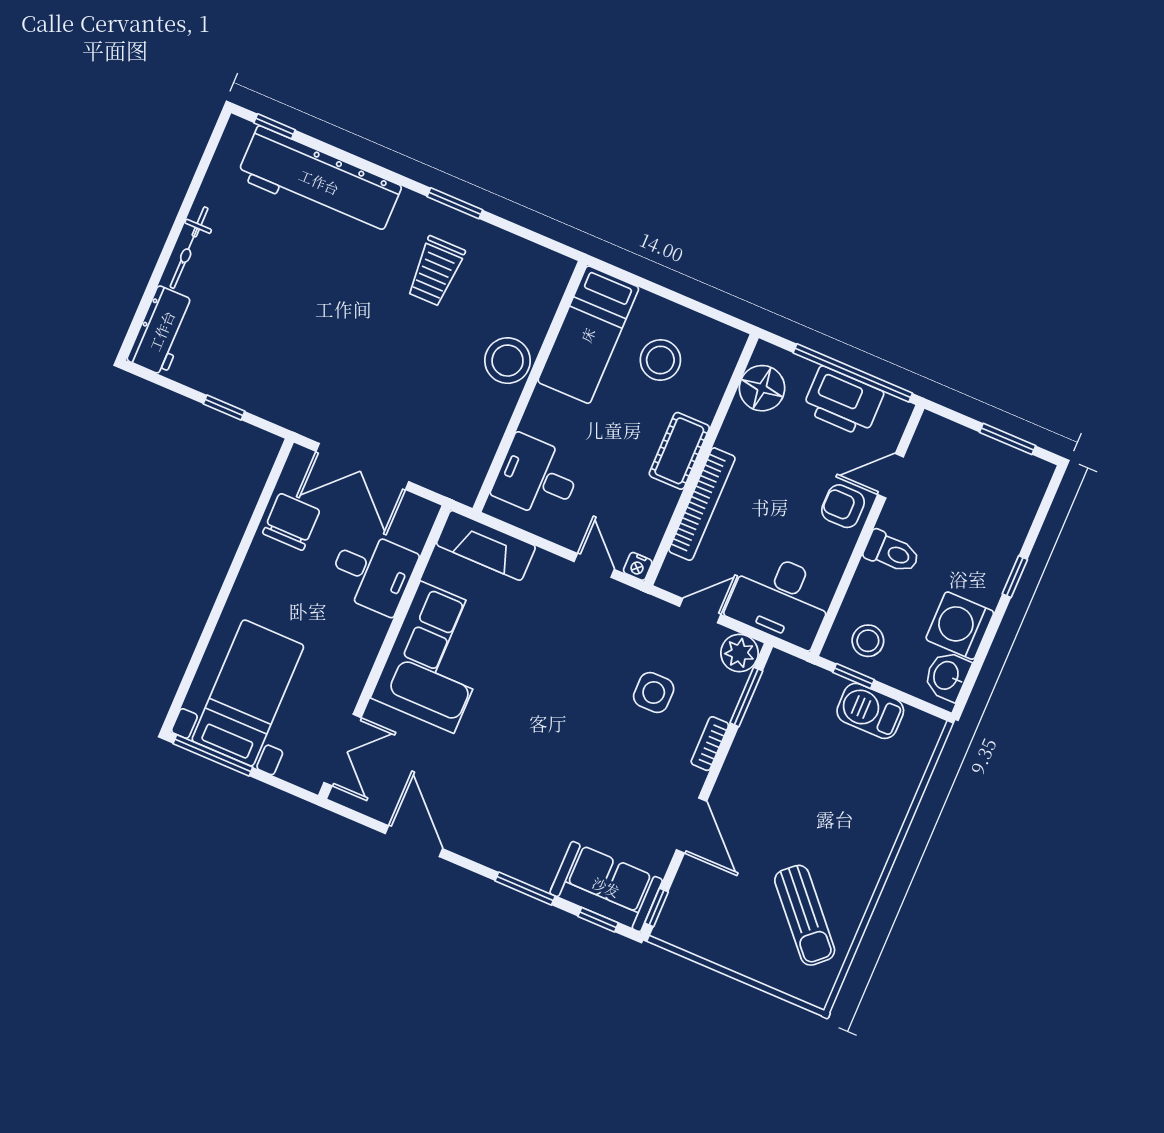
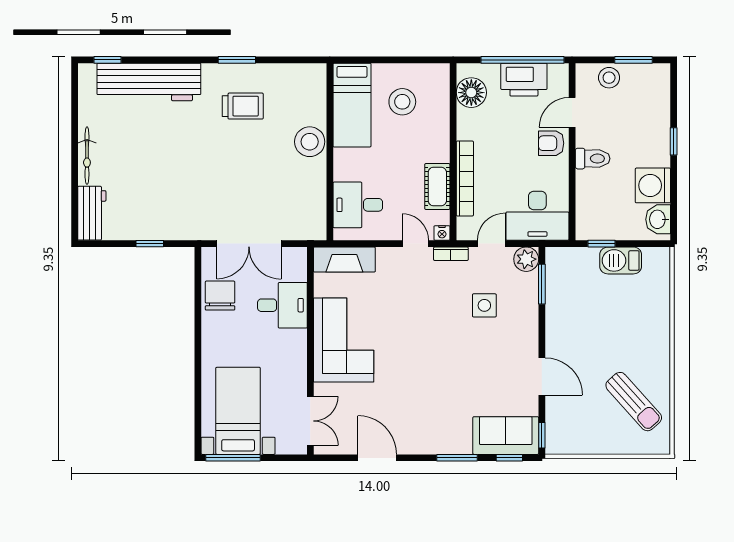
trolley: (436, 271) -> (243, 106), turned -90
cot: (679, 451) -> (437, 186), moved
stool: (868, 641) -> (609, 78), moved
bookcase: (710, 744) -> (451, 254), moved, turned -90

